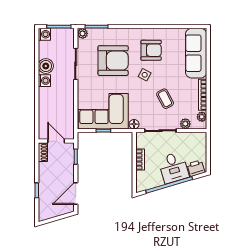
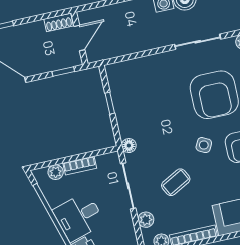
corner sofa: (103, 111) -> (138, 97), removed
plant: (141, 176) -> (56, 172), added

